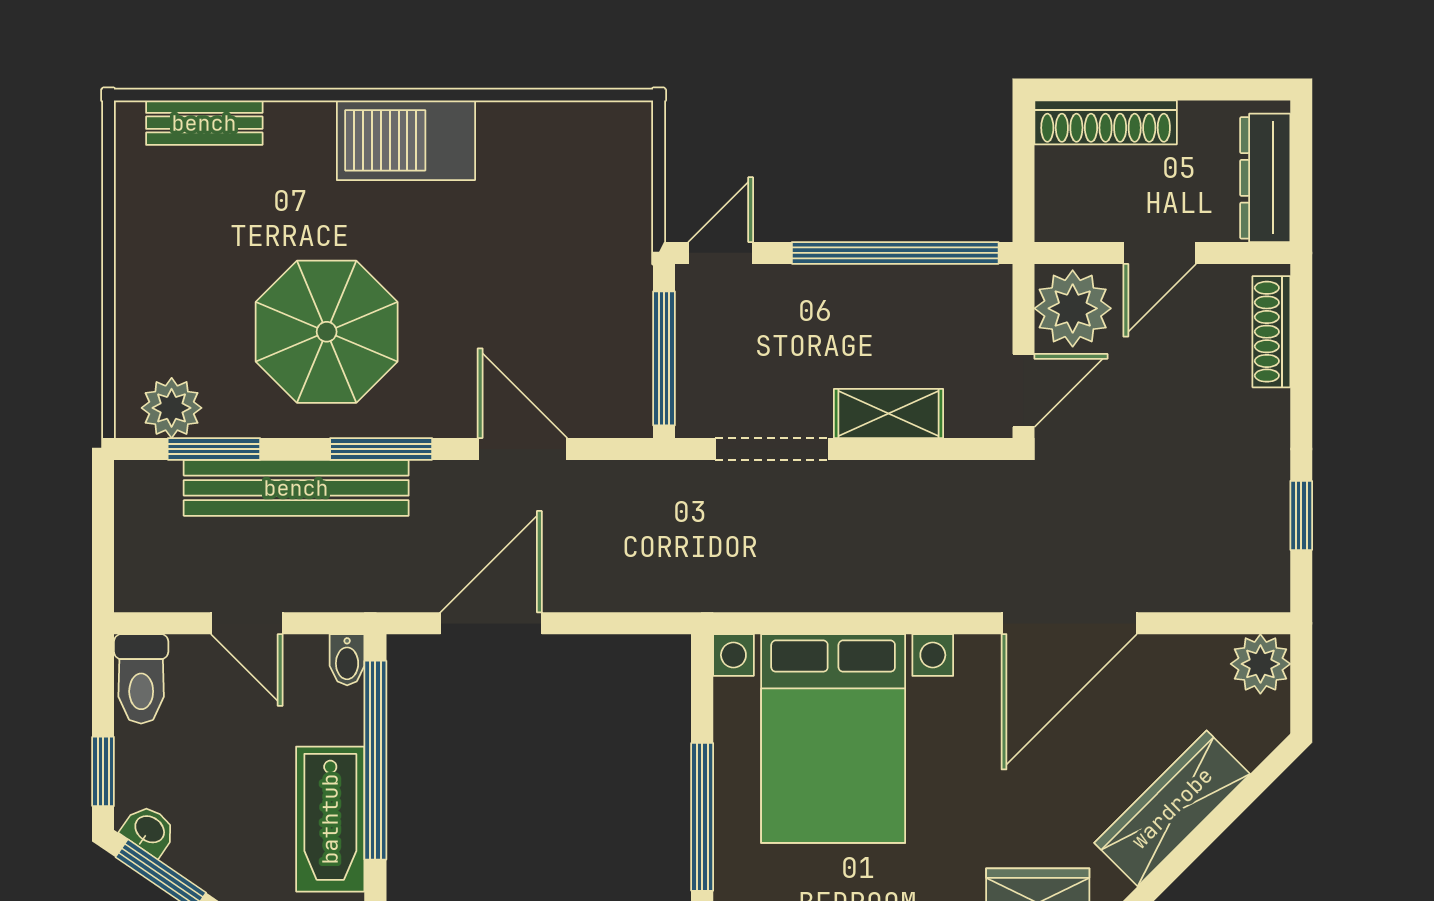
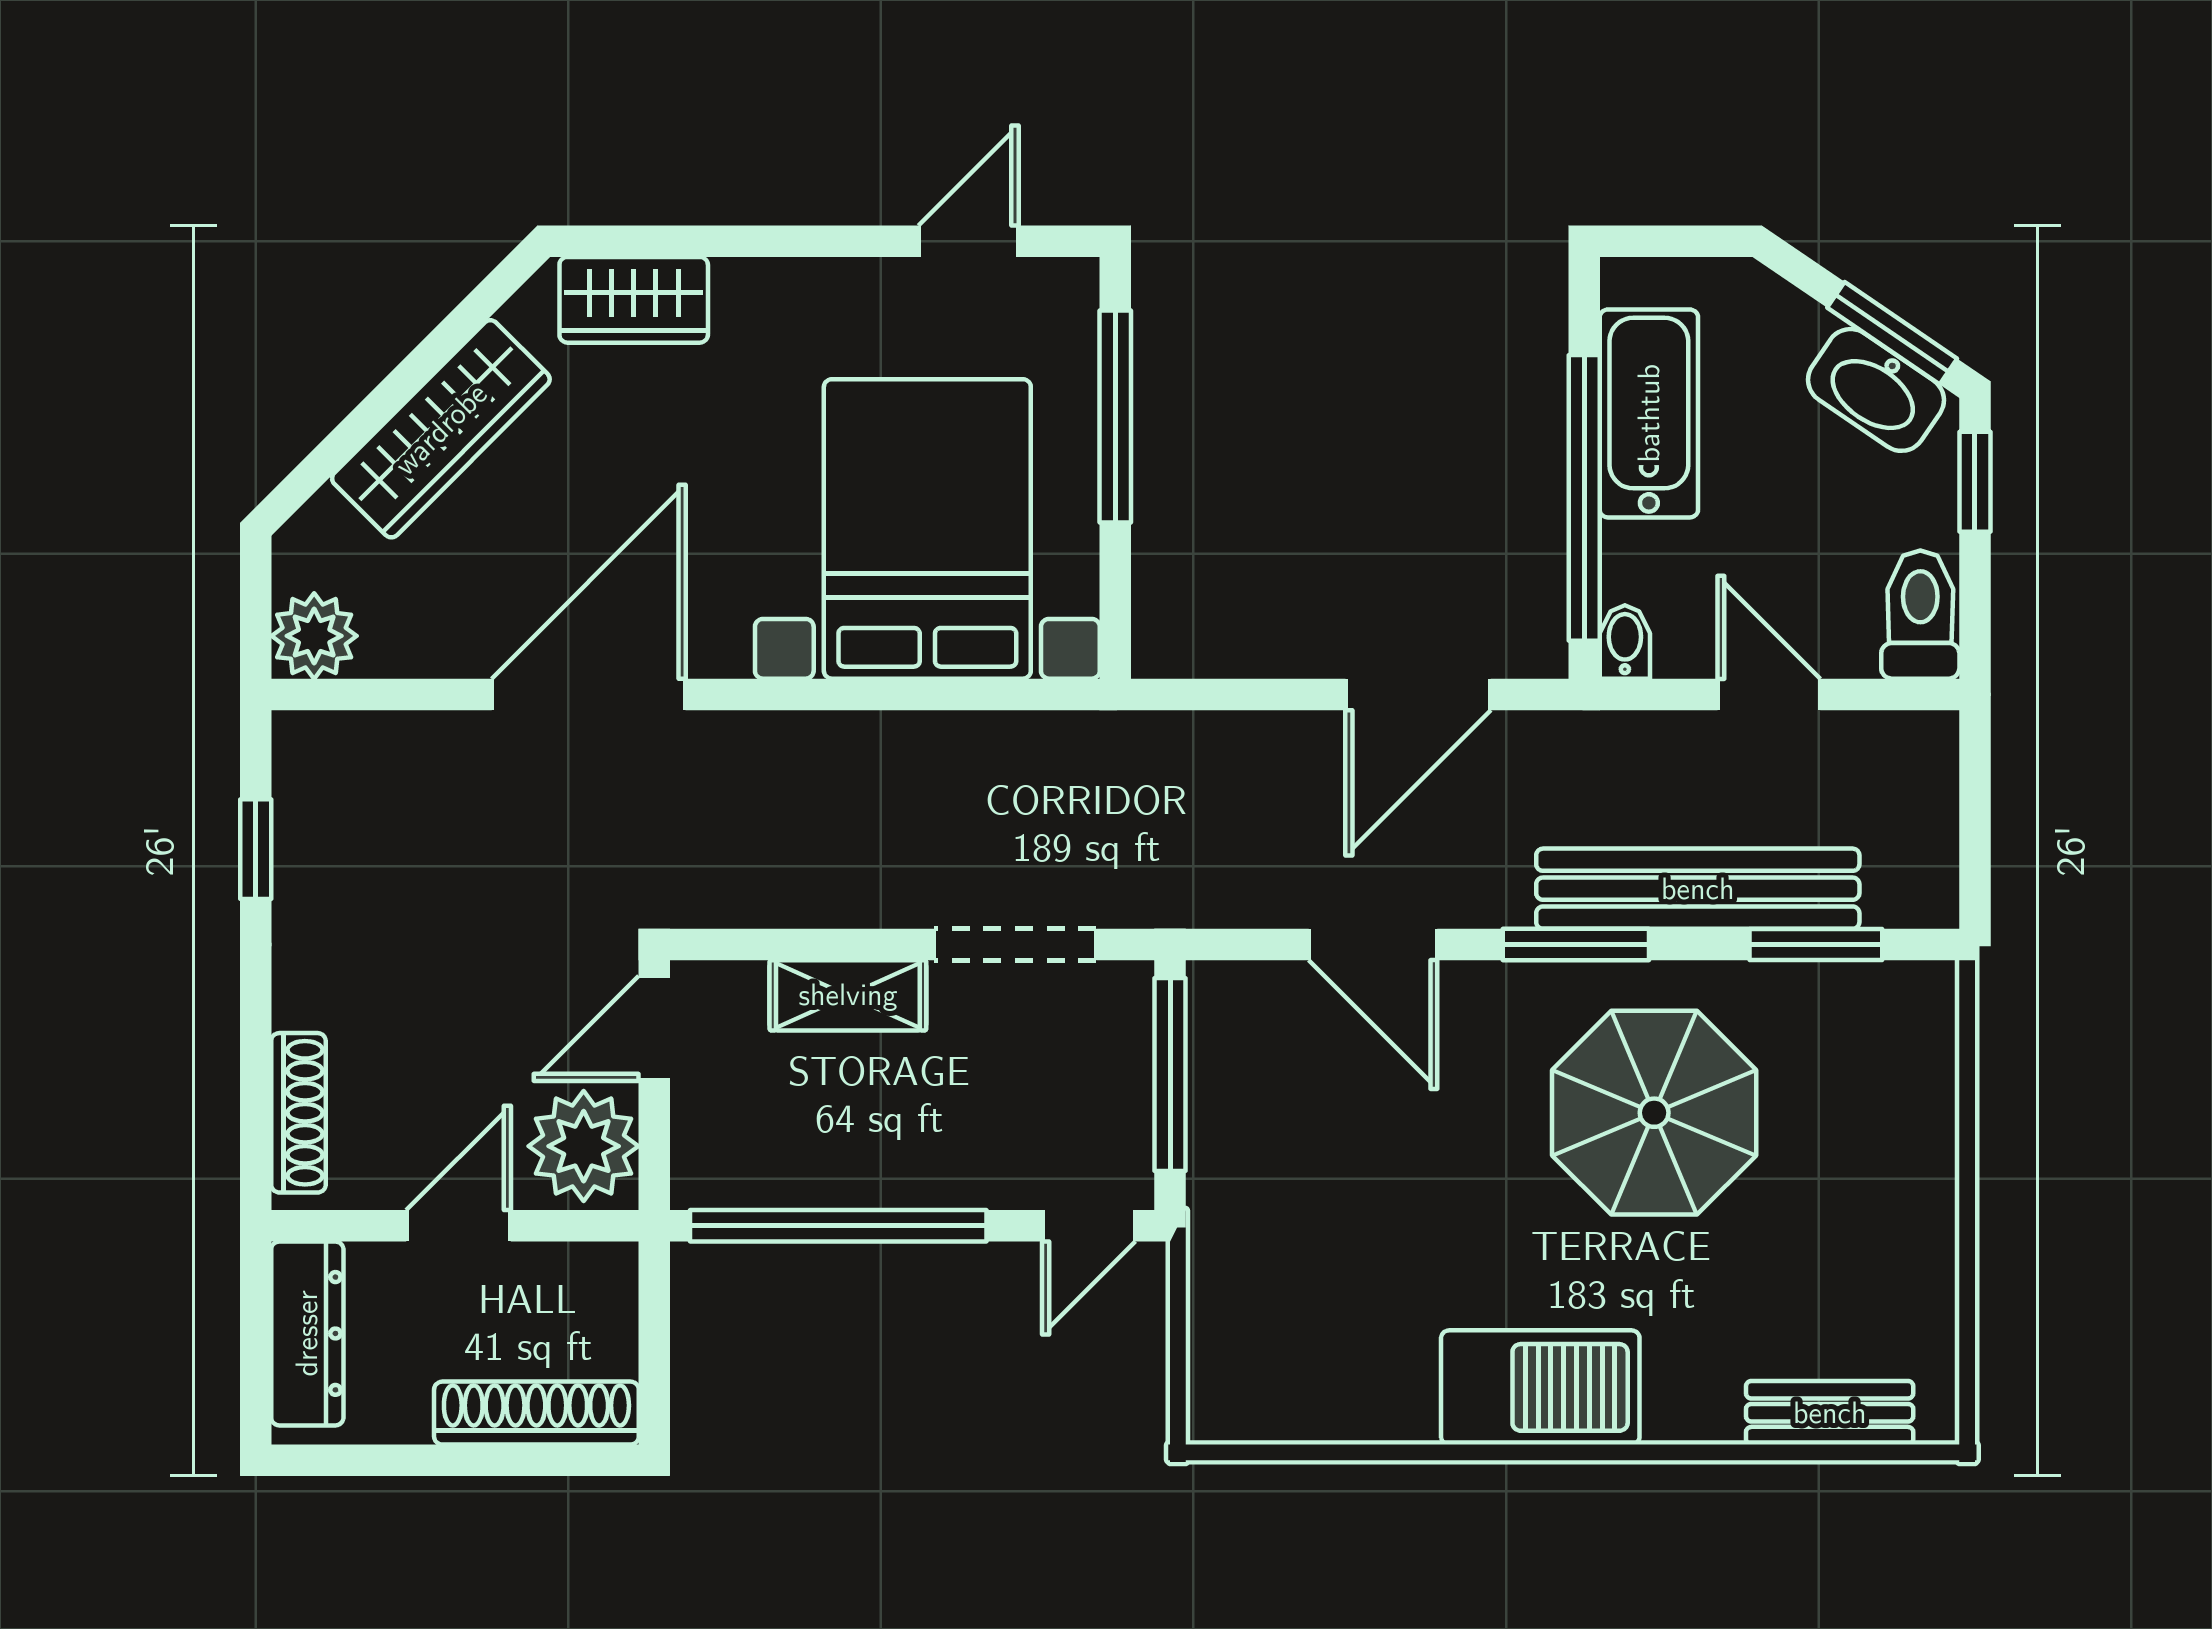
plant: (172, 408) -> (1877, 1003), removed
washbasin: (149, 830) -> (1876, 390), width x1.91, depth x1.45

